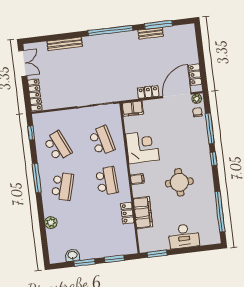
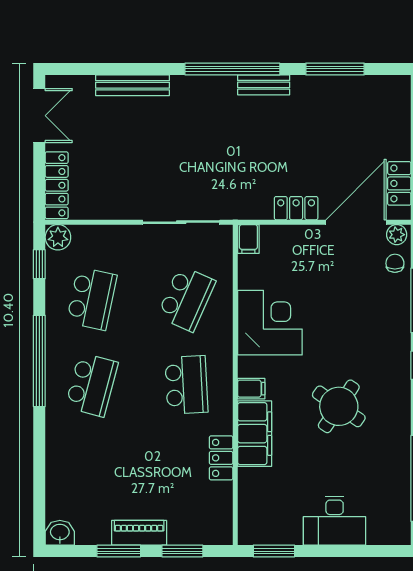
bench: (151, 33) -> (264, 85), moved
filing cabinet: (133, 109) -> (248, 239), width x0.50
school desk: (102, 141) -> (186, 299), turned 39
school desk: (58, 146) -> (92, 299), turned 36
window: (37, 178) -> (39, 361), width x1.46
round table: (179, 182) -> (339, 406), turned 34
filing cabinet: (143, 213) -> (255, 434), moved
plant: (51, 223) -> (58, 237), moved
piano: (93, 253) -> (139, 533), added
washbasin: (72, 255) -> (60, 533), moved

